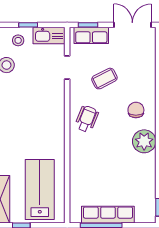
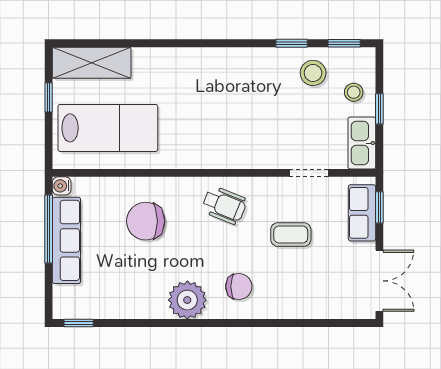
coffee table: (104, 79) -> (291, 235), turned -63
chair: (96, 167) -> (146, 221), added
water cooler: (75, 218) -> (62, 186), added

